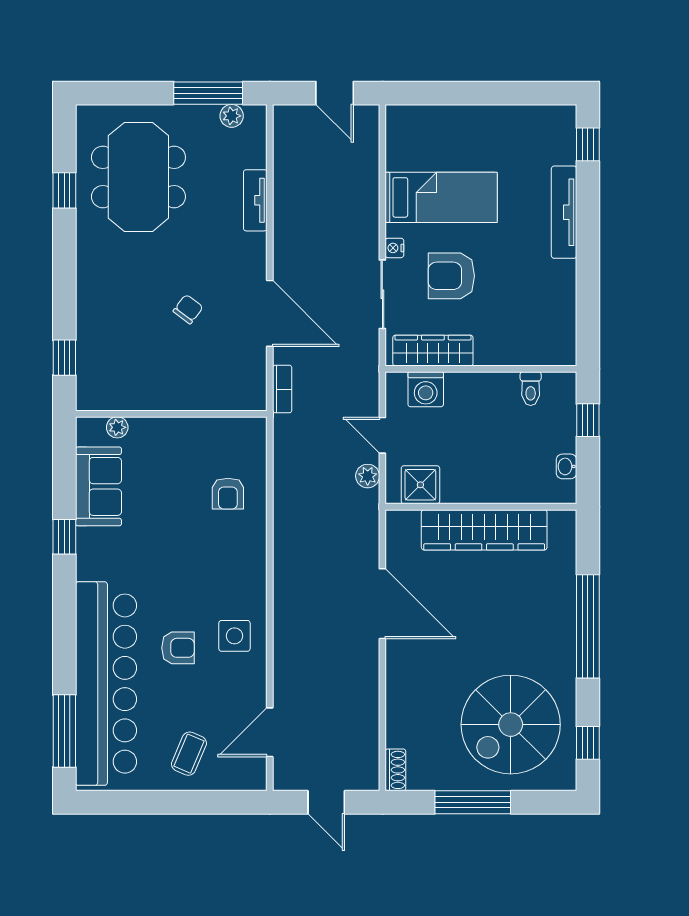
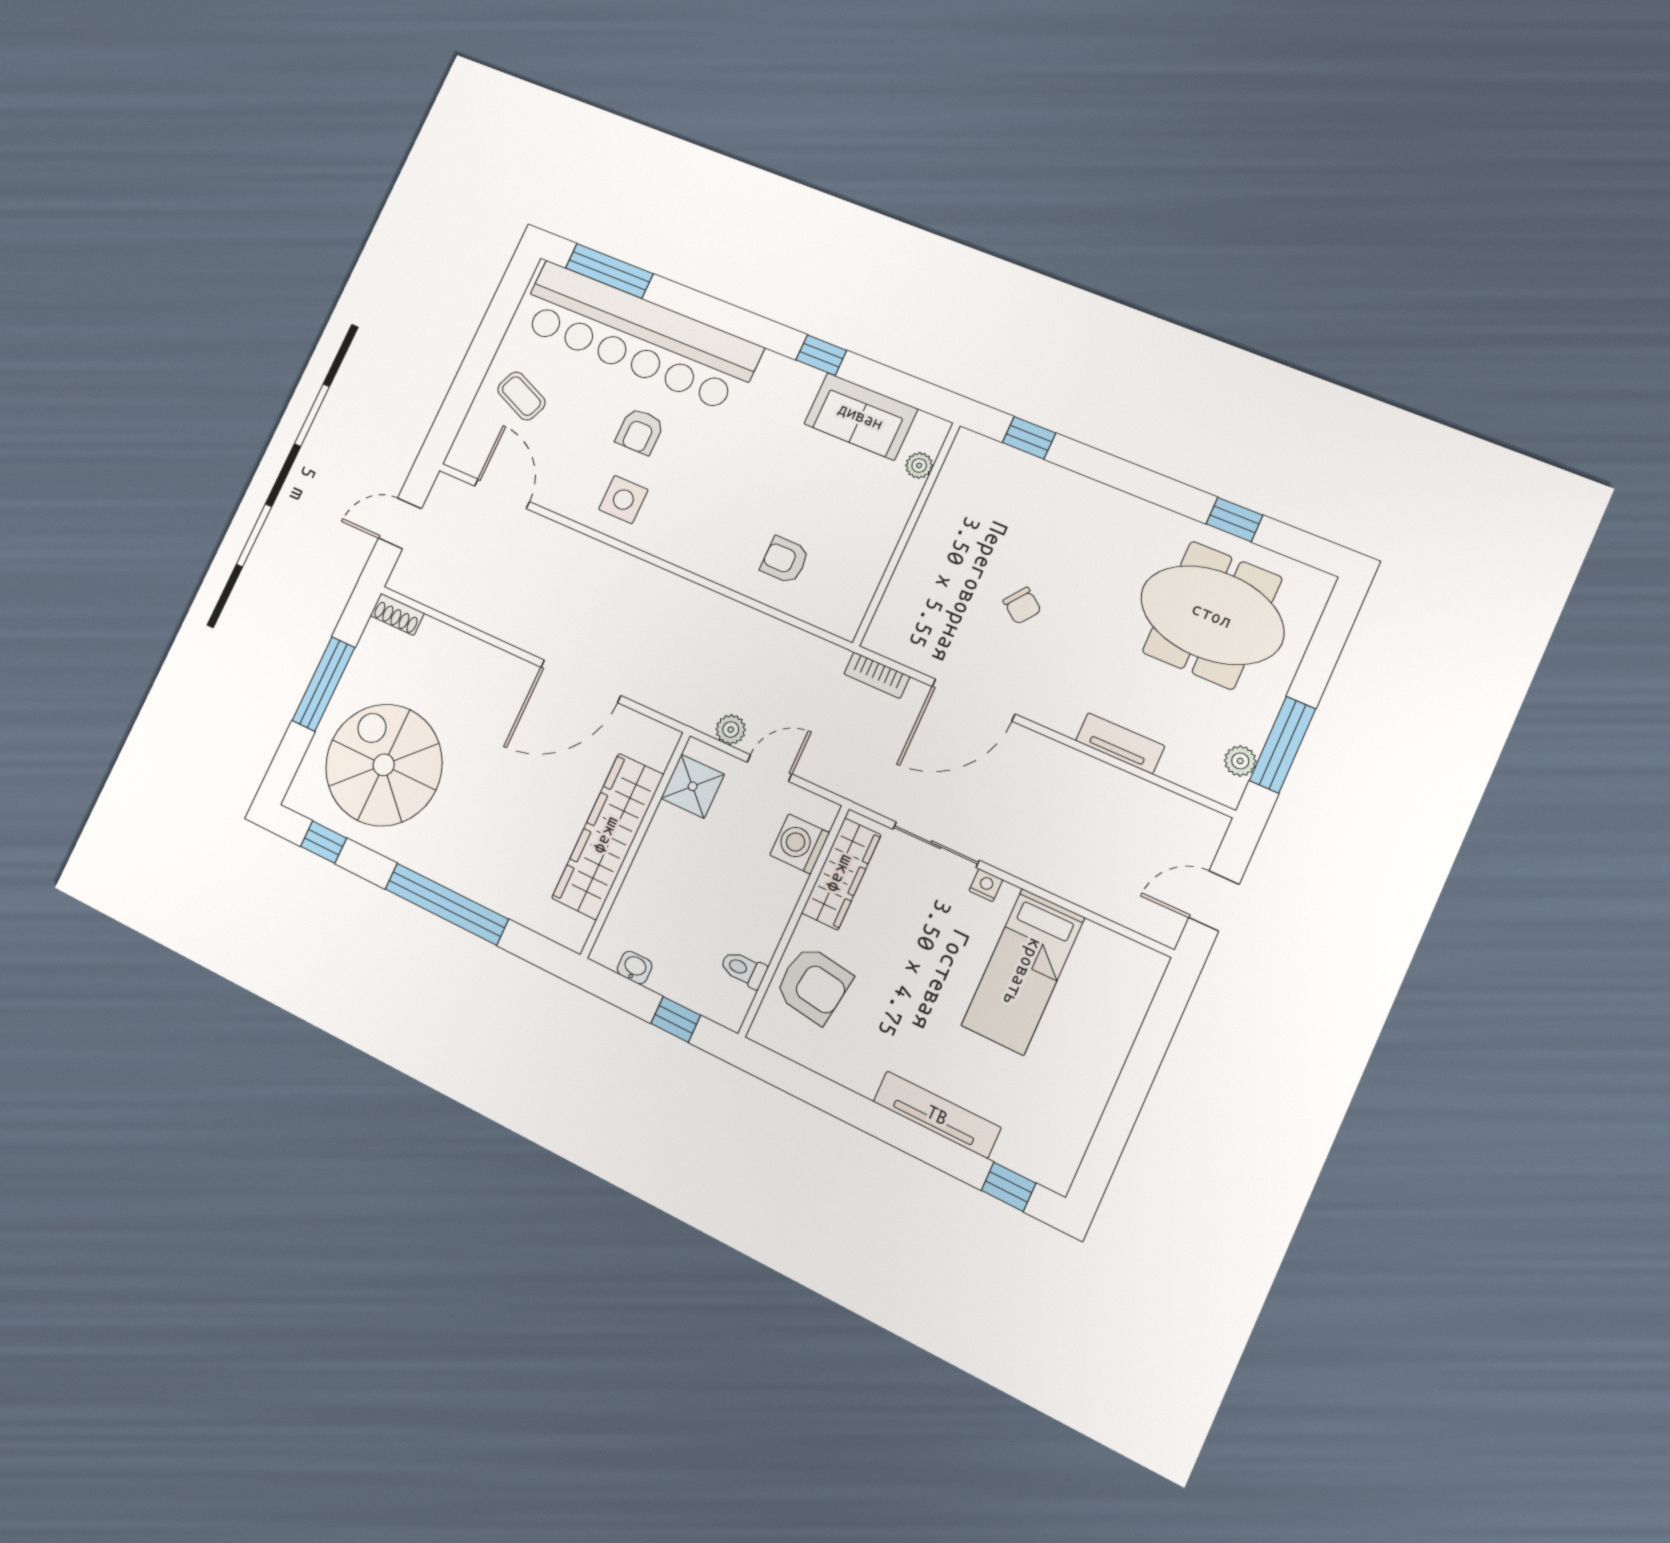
armchair: (451, 276) -> (813, 985), moved, turned 98

